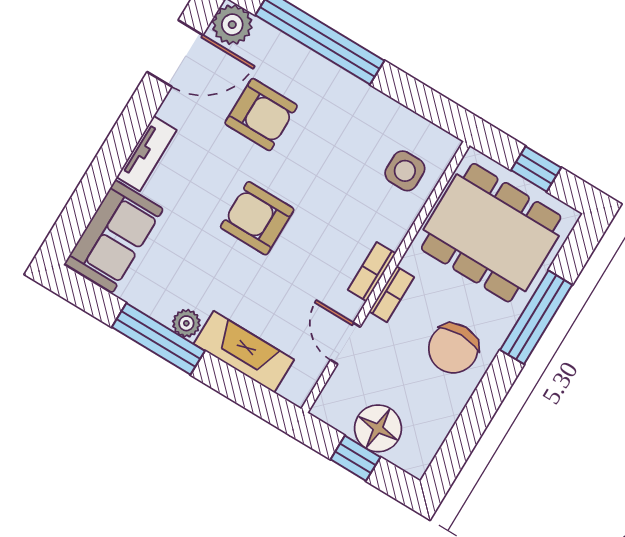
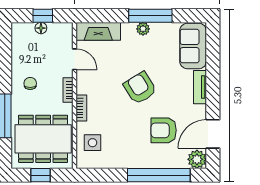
armchair: (257, 218) -> (140, 88), turned -122
bookcase: (372, 272) -> (81, 108), moved
chair: (453, 348) -> (30, 83), width x0.54, depth x0.54
fireplace: (244, 352) -> (98, 31), moved
floor lamp: (378, 428) -> (41, 28), width x0.53, depth x0.53

